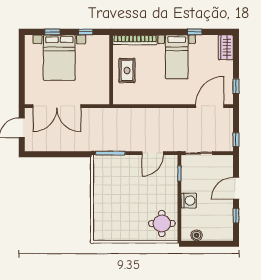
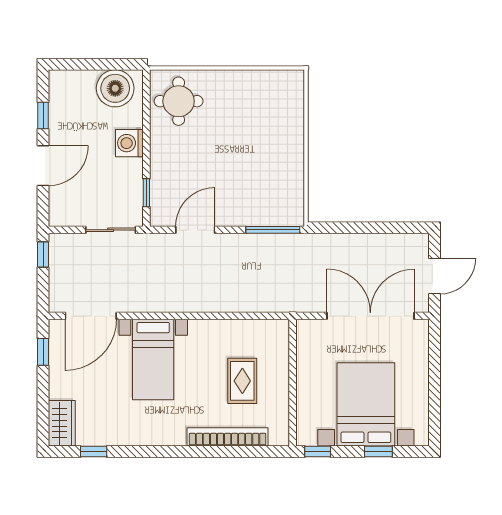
window: (195, 32) -> (94, 451), moved
bed with nightstands: (177, 57) -> (153, 359), moved, turned 180
wall: (111, 70) -> (293, 383), moved
boiler: (197, 235) -> (115, 88), width x1.86, depth x1.86

